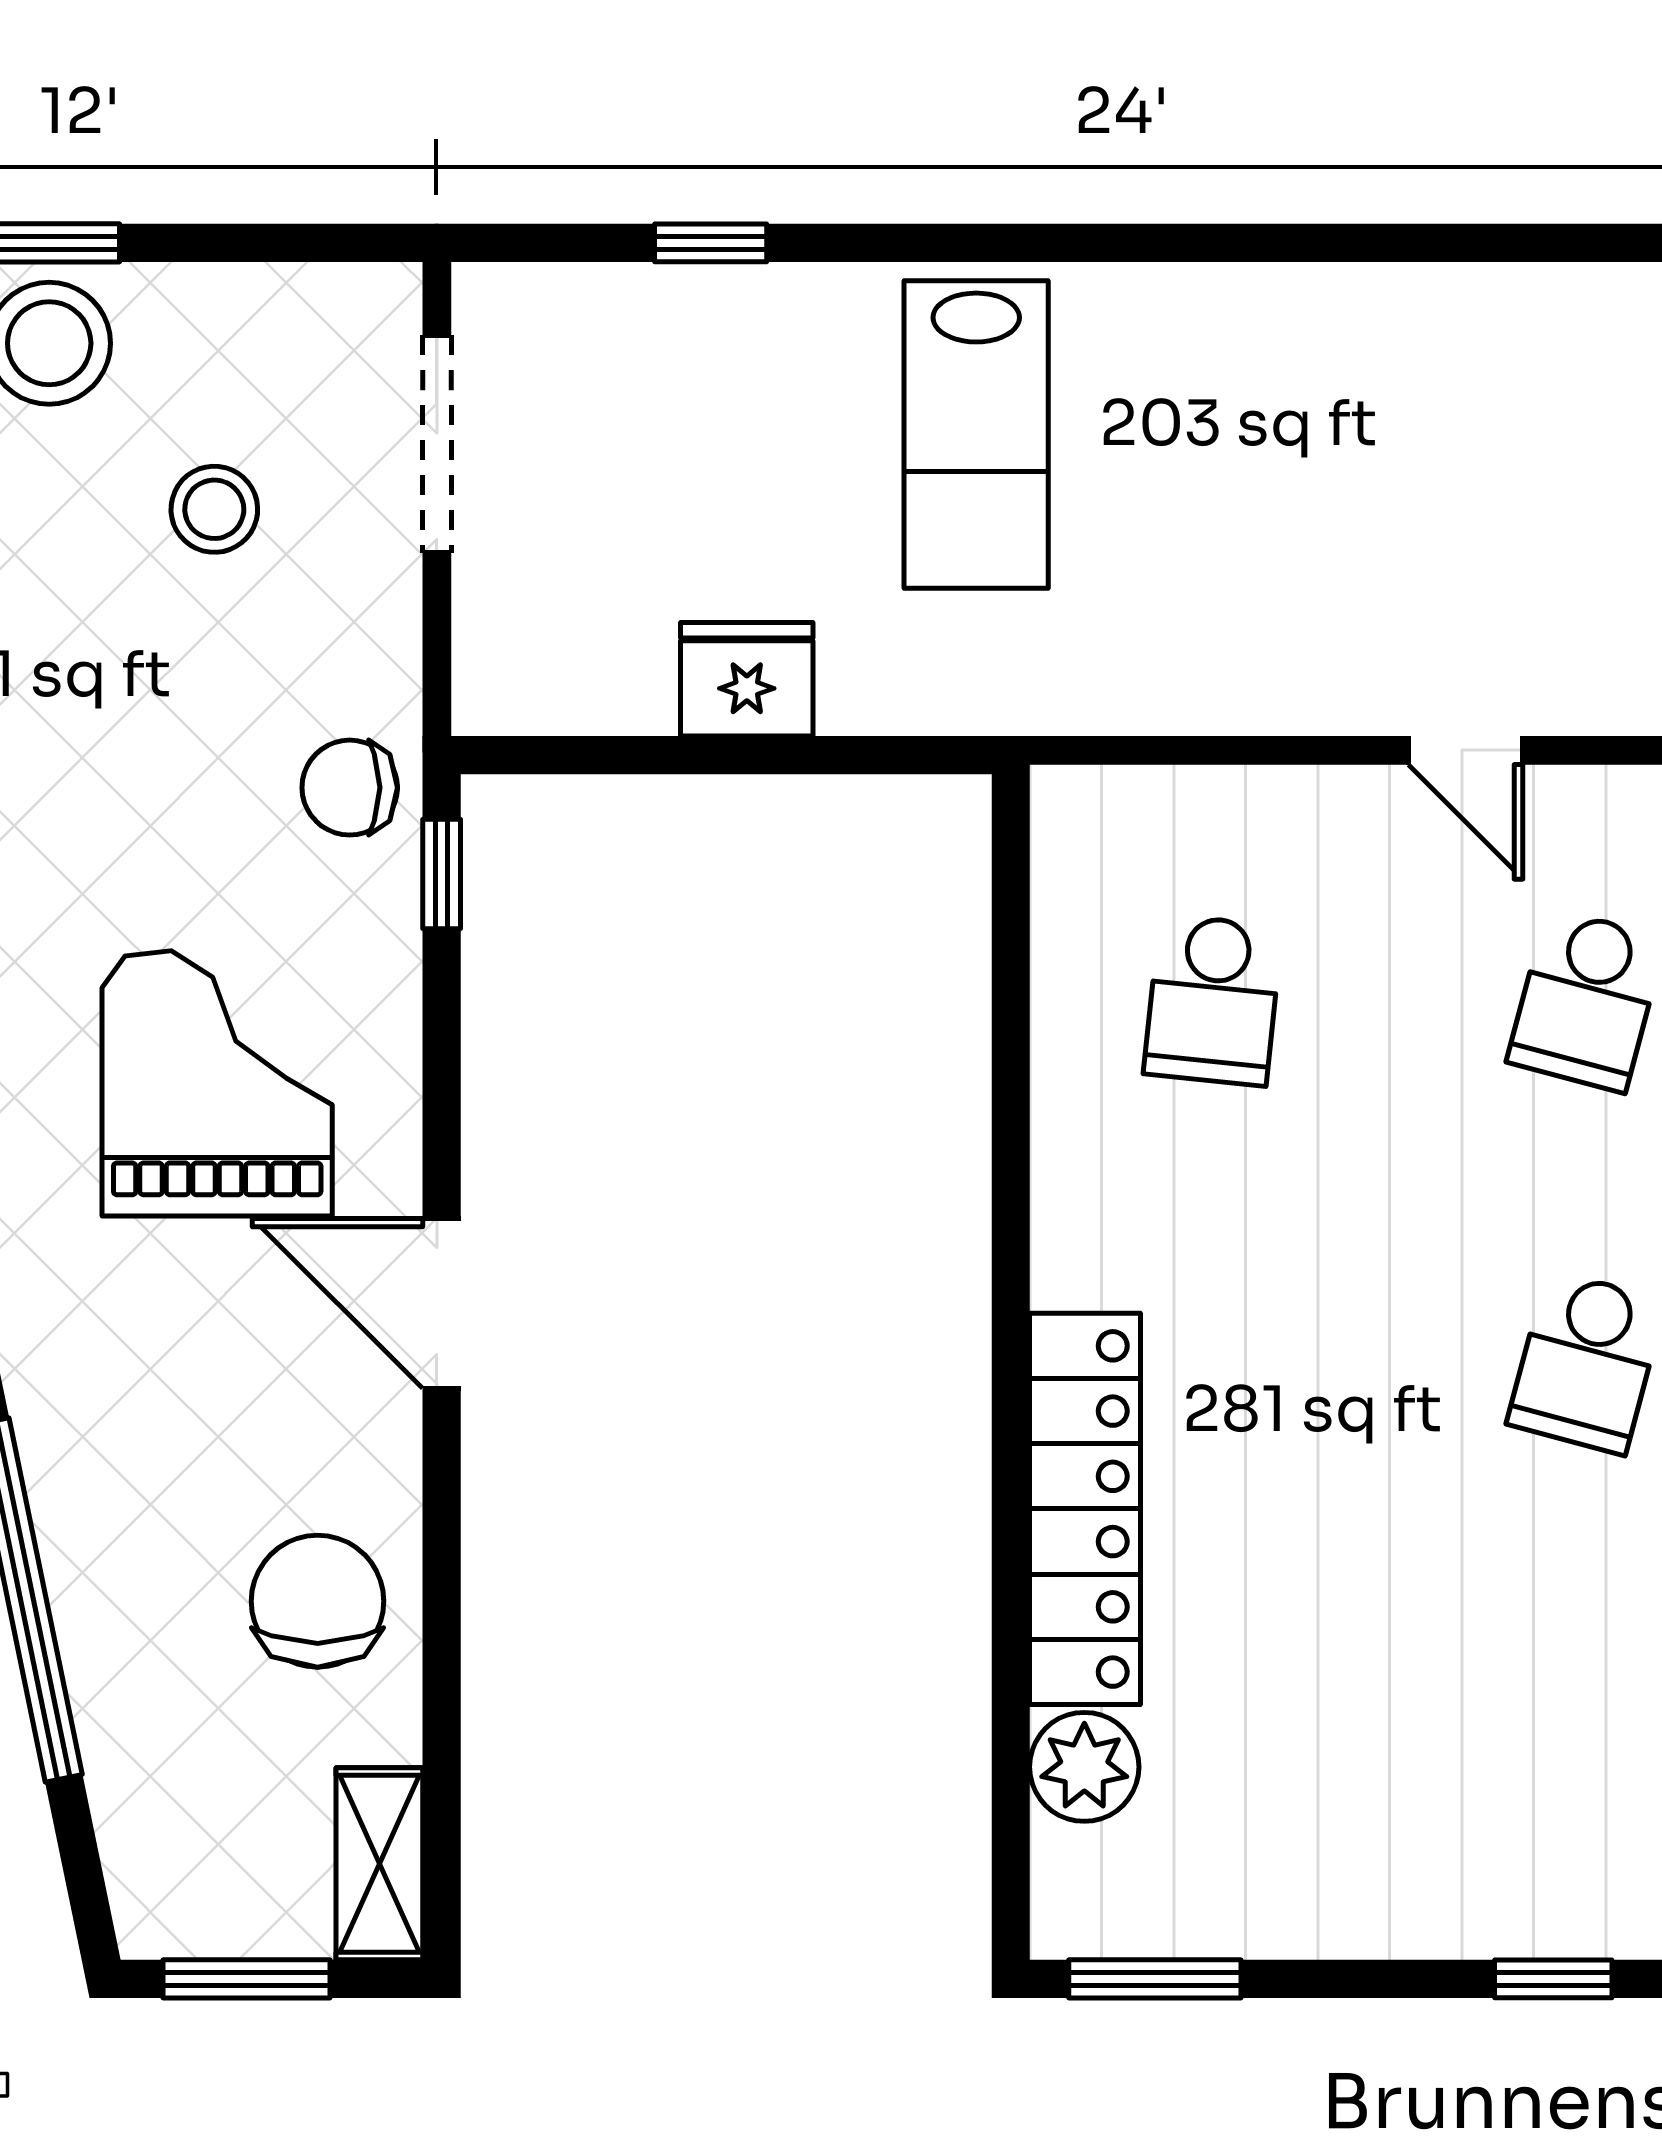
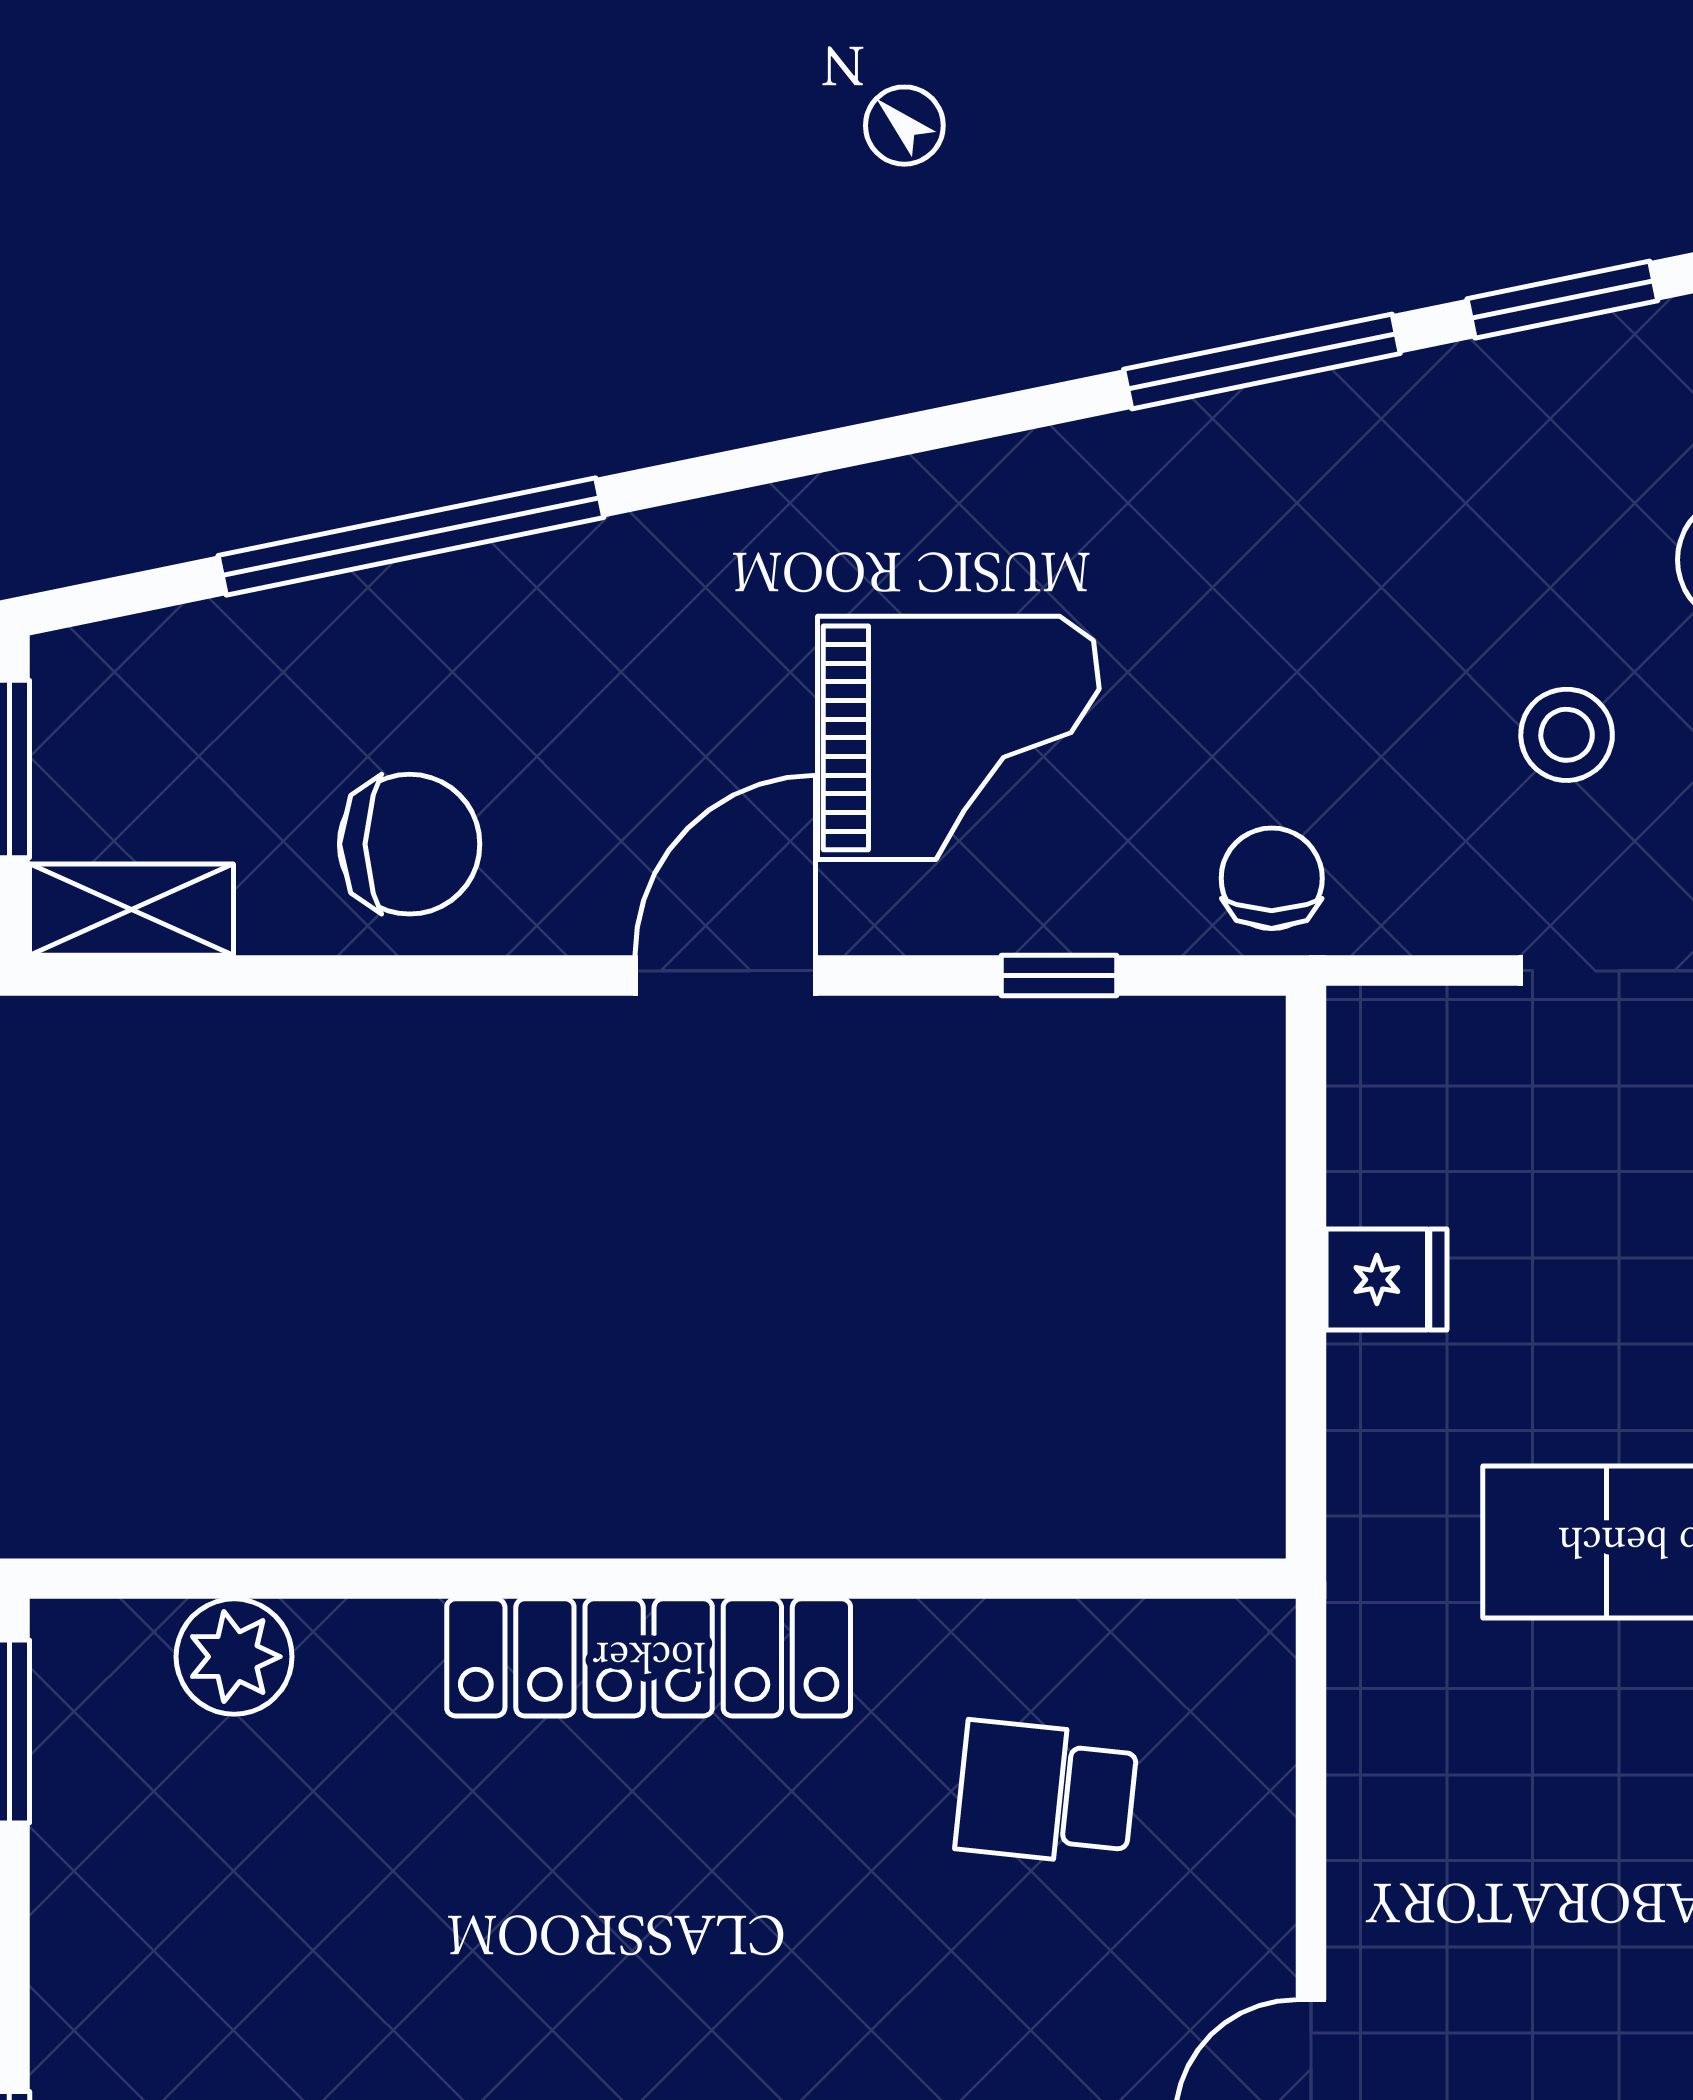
fridge: (747, 679) -> (1386, 1280), width x0.72
window: (442, 874) -> (1059, 976), moved
locker: (1085, 1509) -> (649, 1657), moved

